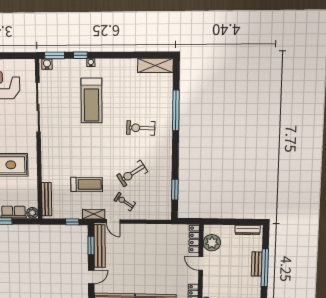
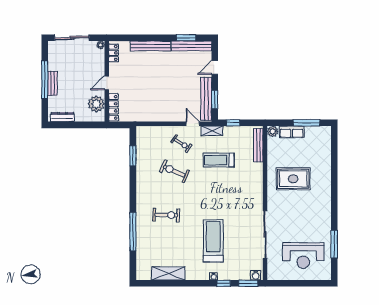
shelving: (155, 65) -> (168, 273), moved
exercise bike: (132, 173) -> (174, 171), turned -123
door: (201, 263) -> (107, 83), swing flipped

